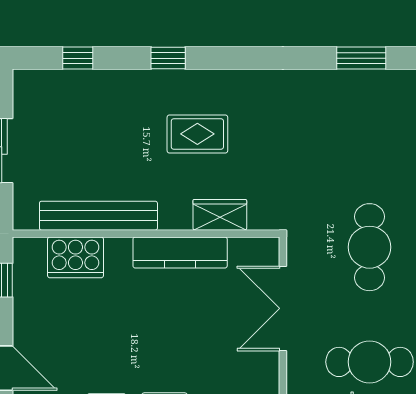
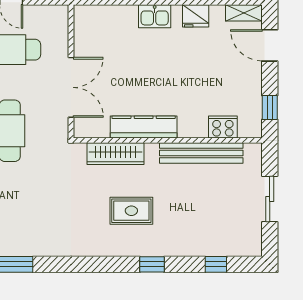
wardrobe: (220, 215) -> (116, 154), width x1.50
cooker: (75, 257) -> (223, 127), width x0.73, depth x0.76

